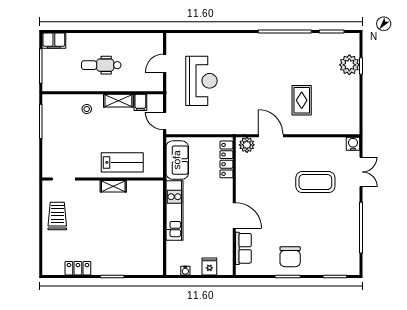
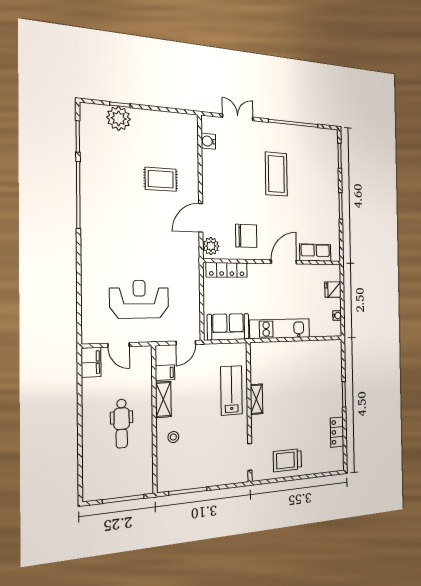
filing cabinet: (54, 41) -> (91, 362), moved
water cooler: (353, 144) -> (208, 141), moved
coffee table: (315, 182) -> (276, 174), moved
chair: (290, 257) -> (246, 236), moved

